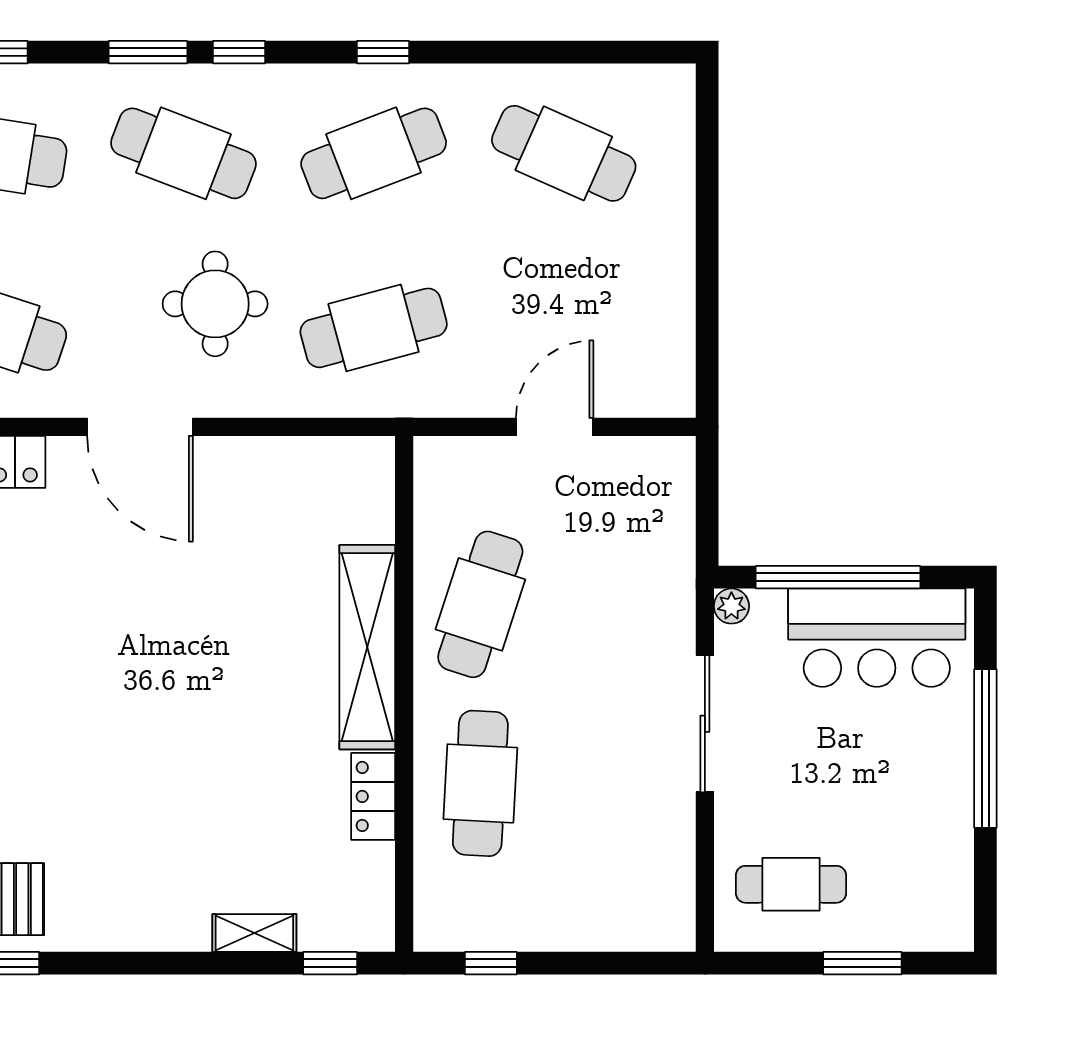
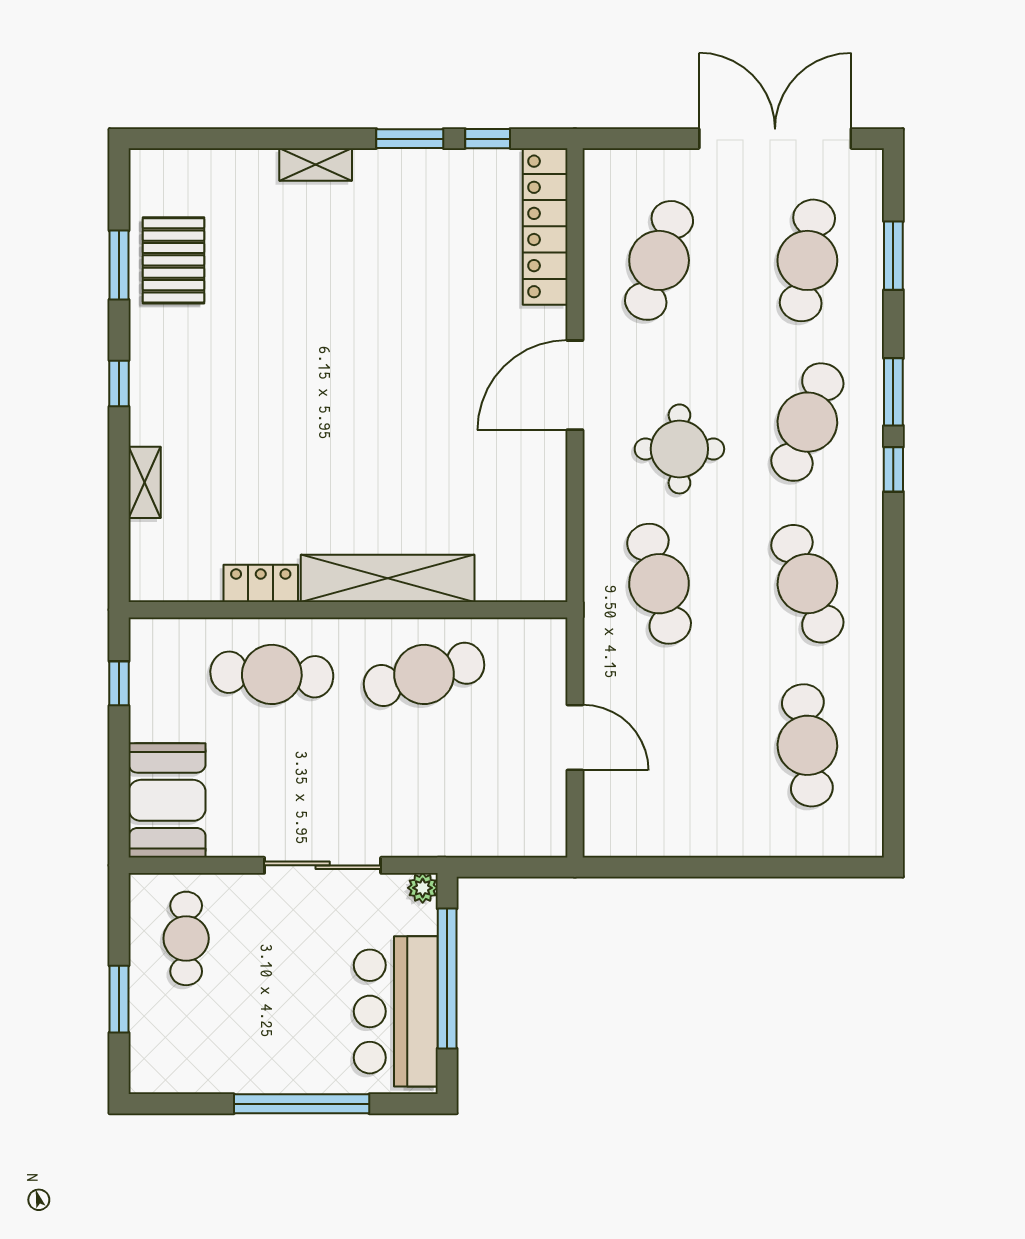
window: (383, 52) -> (893, 592), removed
cafe table: (564, 153) -> (807, 745), turned -30
cafe table: (480, 604) -> (424, 674), turned -33
booth: (628, 907) -> (167, 800), added
window: (330, 963) -> (119, 383), moved

